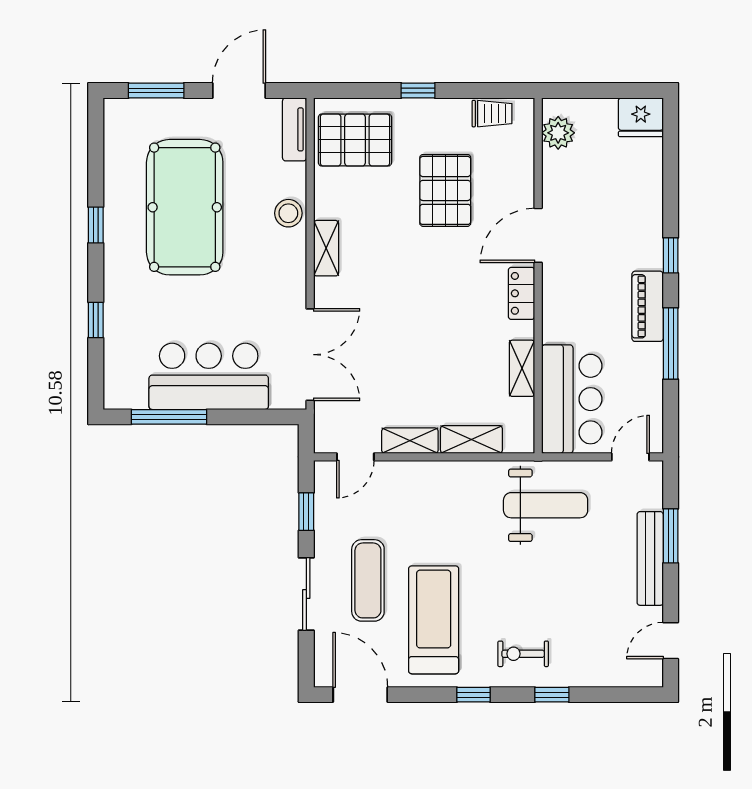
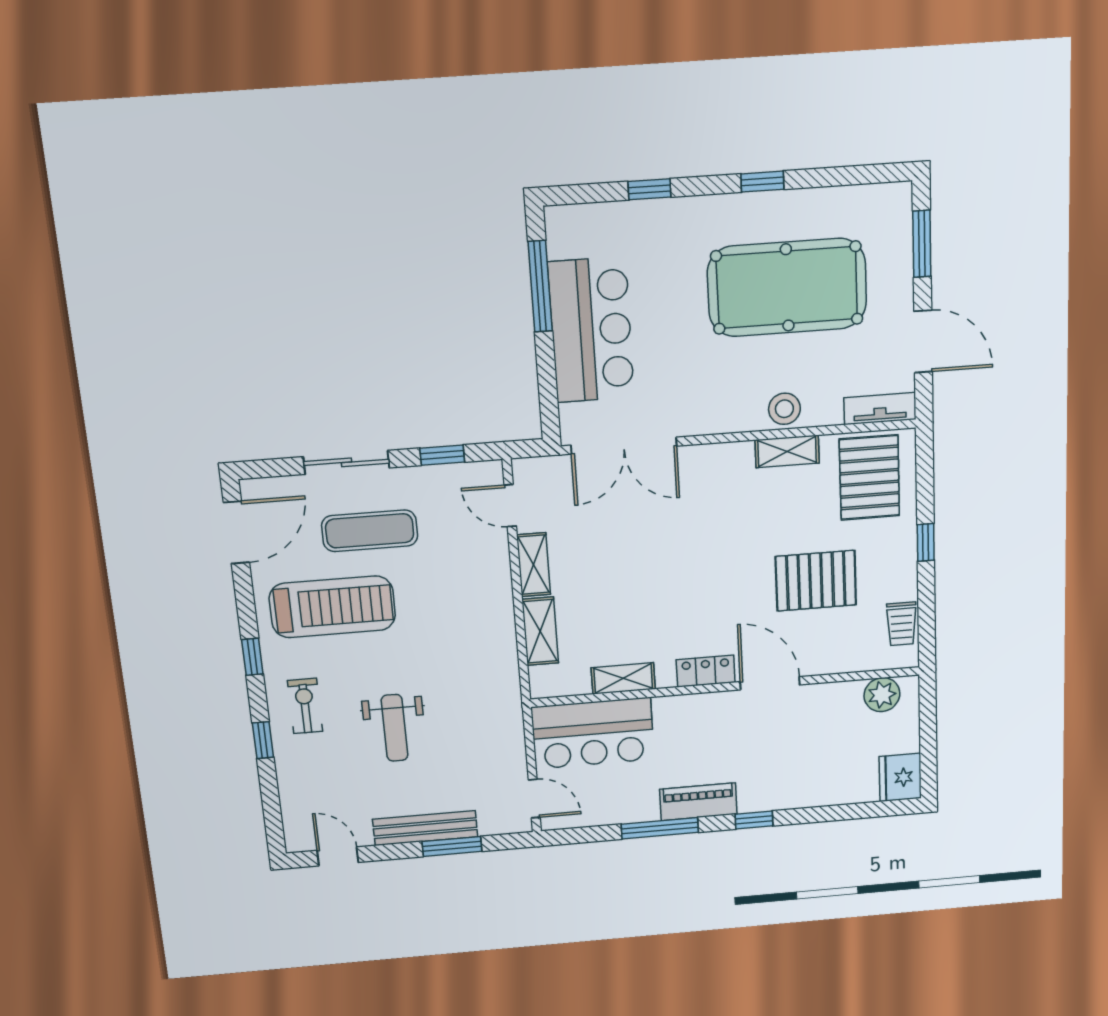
shelving: (326, 248) -> (787, 451), moved
weight bench: (546, 505) -> (394, 728), moved, width x0.73, depth x0.75

